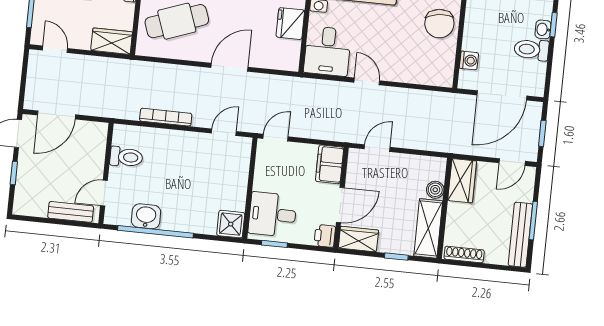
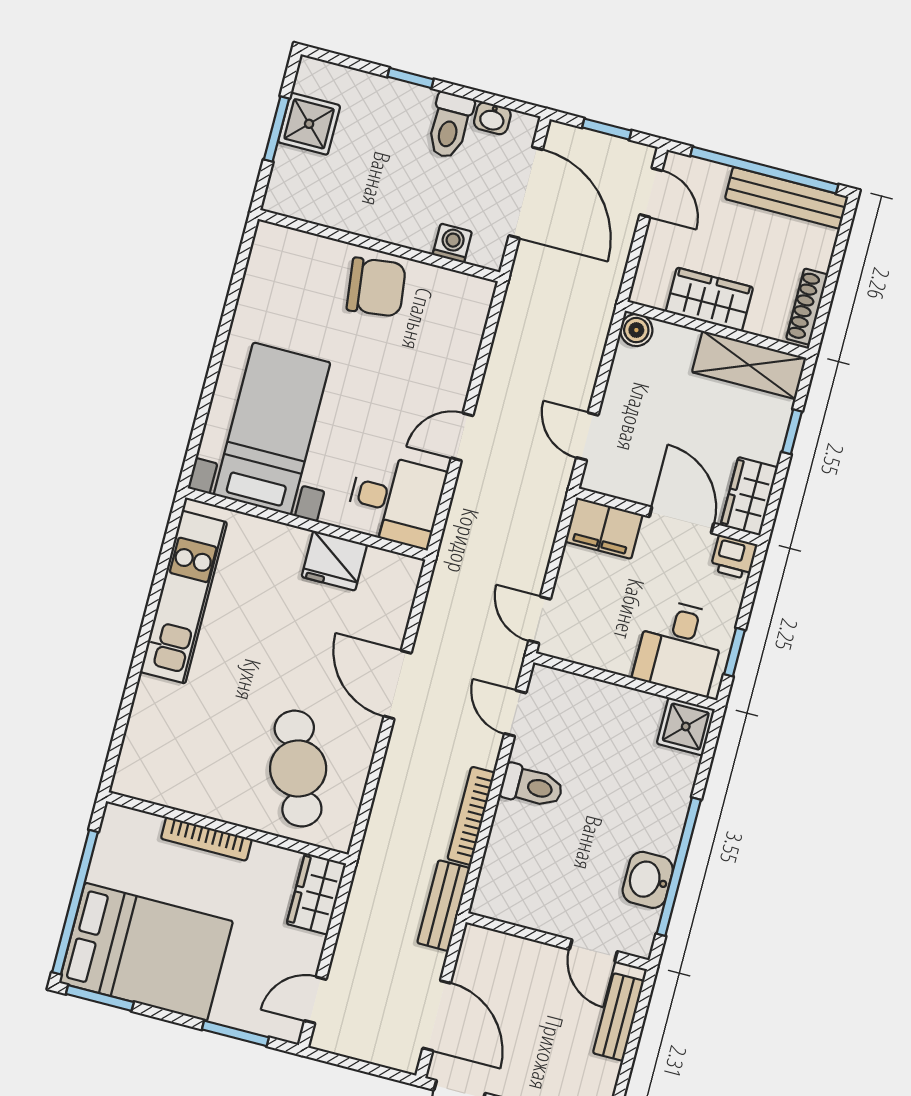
washbasin: (543, 29) -> (492, 118), moved
bench: (116, 110) -> (444, 906), added
toilet: (126, 157) -> (532, 786), moved, turned 90
wardrobe: (462, 181) -> (709, 299), moved
boiler: (435, 190) -> (636, 330), moved
window: (533, 221) -> (764, 170), width x2.11

